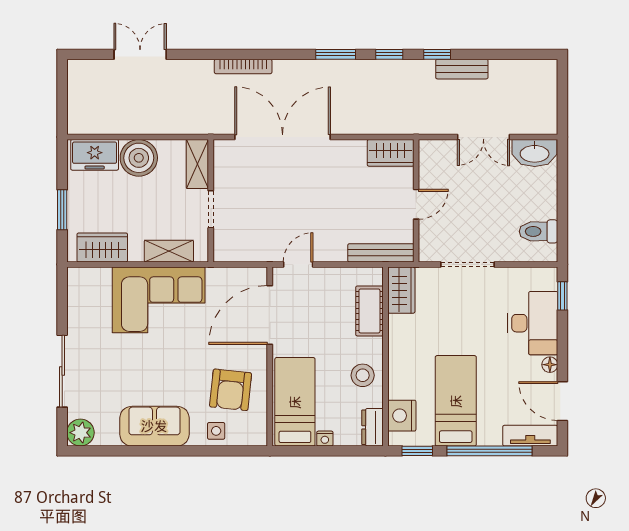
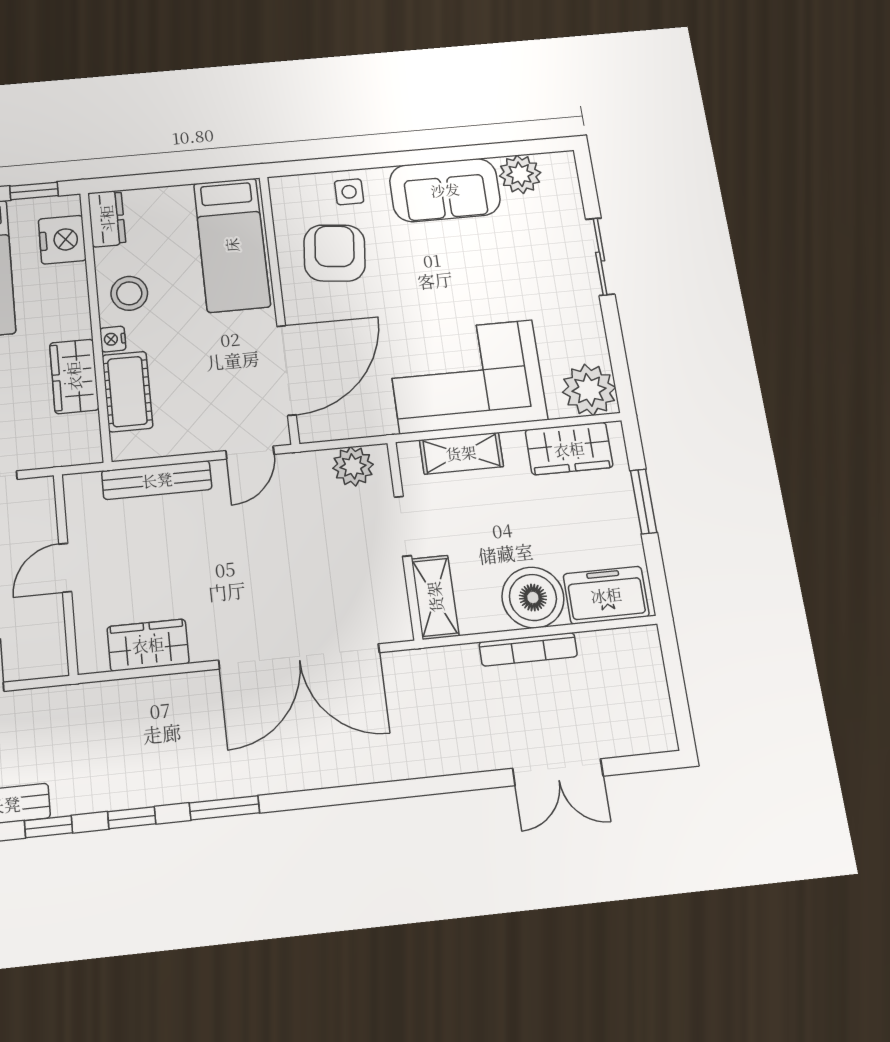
bookcase: (243, 66) -> (528, 649), moved, turned 180
wardrobe: (391, 153) -> (148, 645), moved
plant: (236, 249) -> (353, 466), added
bench: (381, 253) -> (157, 480), moved
plant: (84, 284) -> (589, 390), added
wardrobe: (401, 290) -> (74, 376), moved
sliding door: (62, 371) -> (600, 257), width x0.73
plant: (80, 433) -> (520, 174), moved
nightstand: (325, 439) -> (113, 339), moved, turned -90

